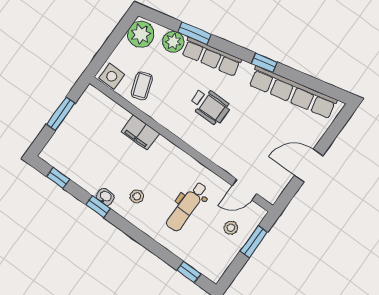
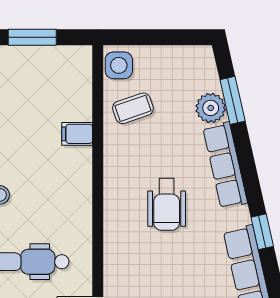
window: (194, 33) -> (233, 100), moved
plant: (141, 34) -> (192, 64), removed
filing cabinet: (140, 132) -> (77, 134), width x0.50

